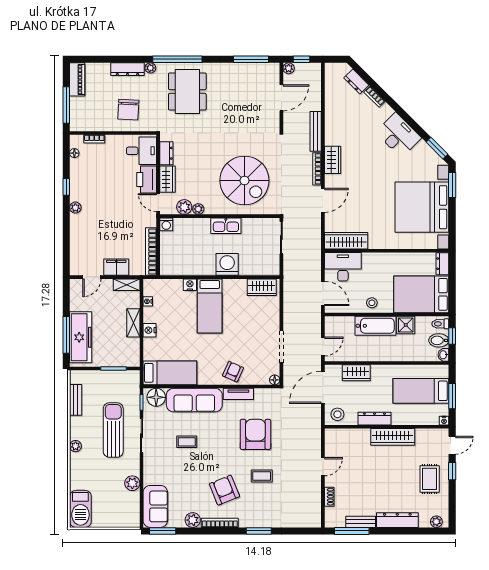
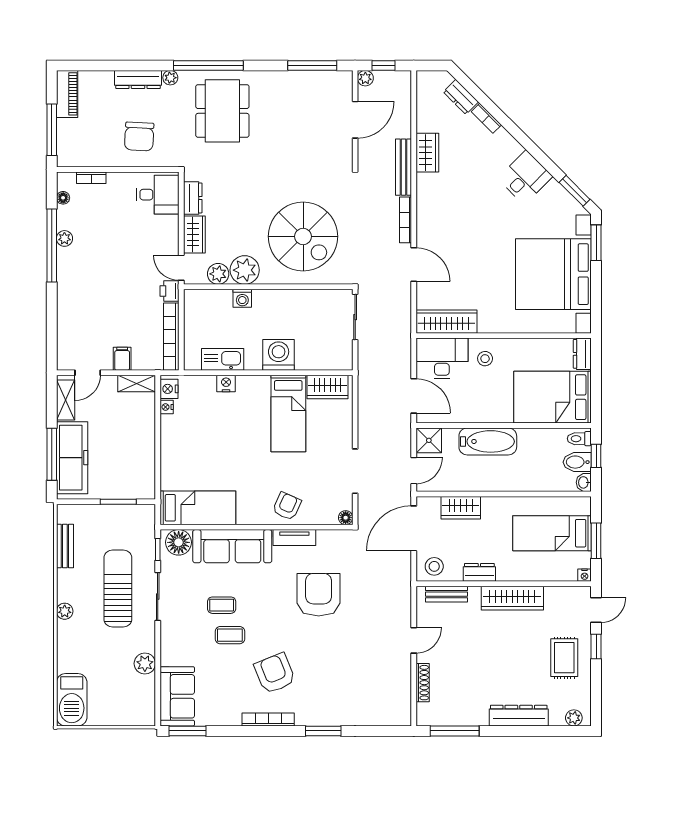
desk: (398, 135) -> (525, 177), width x0.73
wardrobe: (333, 160) -> (427, 153), moved
printer: (147, 179) -> (169, 291), moved, width x0.53, depth x0.68
window: (66, 187) -> (52, 245), width x3.17
door: (323, 200) -> (414, 264), hinge flipped
plant: (75, 208) -> (64, 238), moved
plant: (198, 209) -> (245, 270), width x1.87, depth x1.87
washing machine: (166, 224) -> (242, 298), moved
kitchen sink: (226, 226) -> (223, 359), moved, turned 180
filing cabinet: (116, 267) -> (122, 359), width x0.50
stool: (372, 303) -> (485, 359), moved
bed: (210, 306) -> (288, 413), moved
shelving: (133, 323) -> (66, 400), moved
shower: (406, 325) -> (429, 440), moved
nightstand: (149, 330) -> (169, 389), moved
dresser: (374, 419) -> (479, 572), width x0.70
coffee table: (262, 476) -> (230, 635), moved
shoe rack: (329, 497) -> (423, 683), width x1.43
plant: (193, 520) -> (230, 715), removed
bench: (361, 522) -> (446, 594), moved

